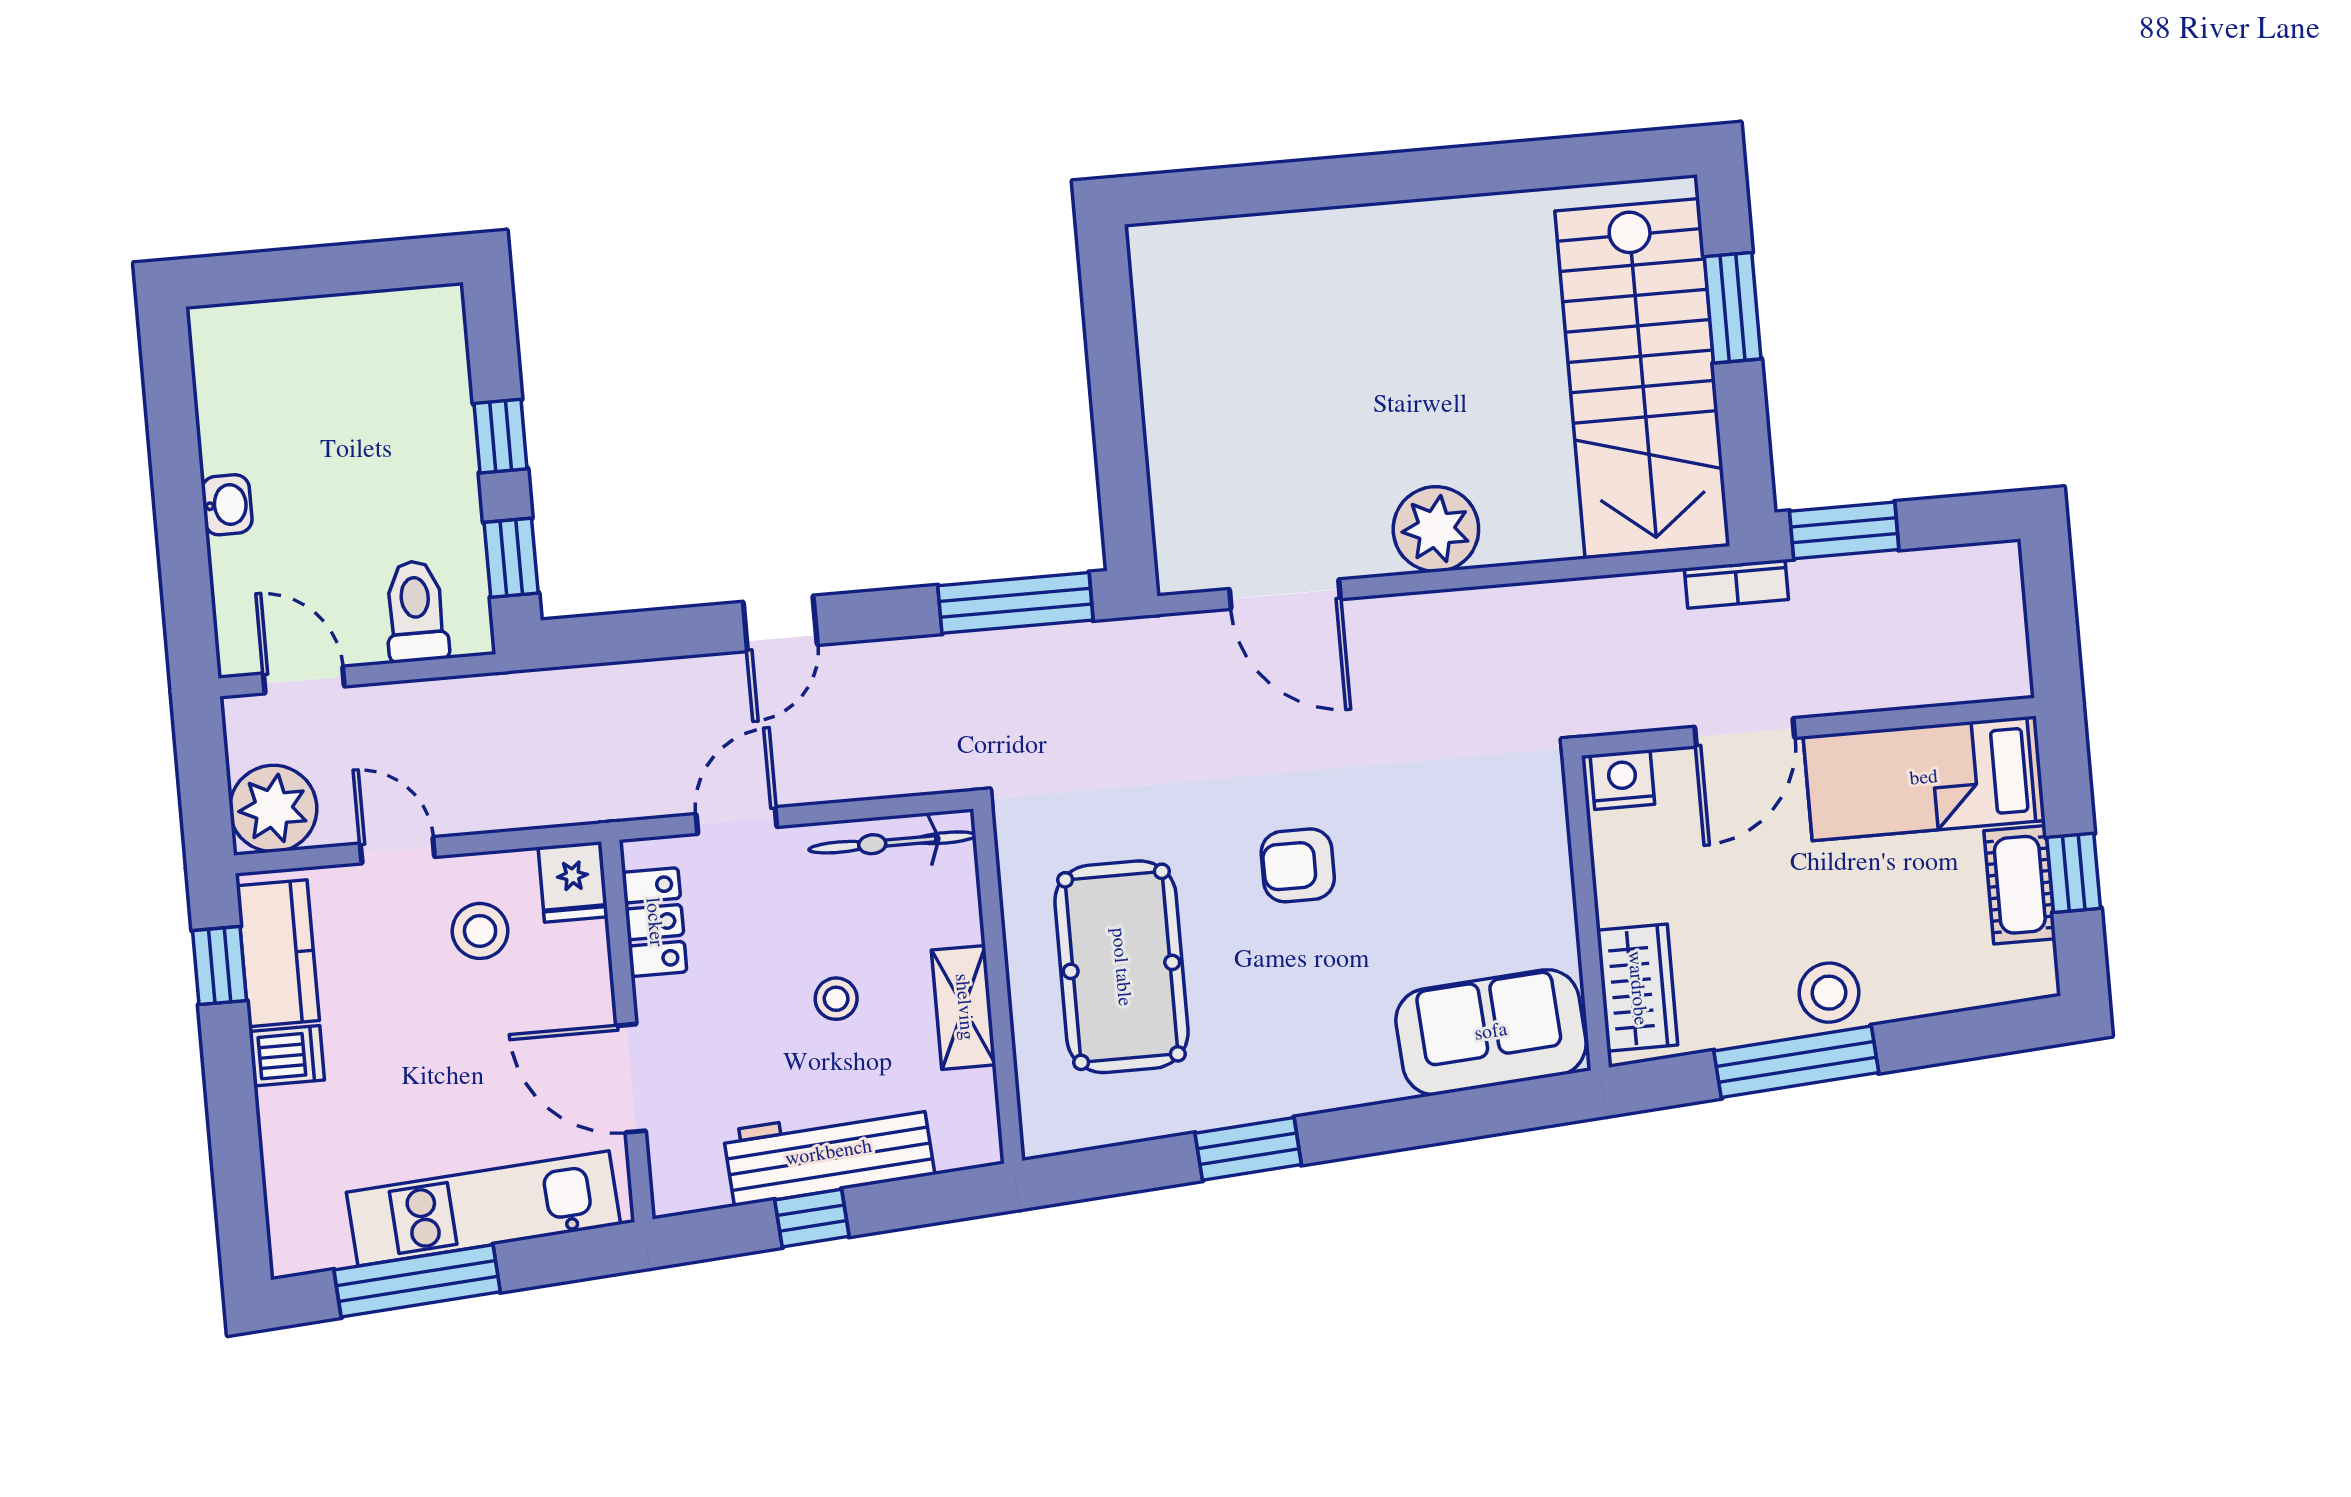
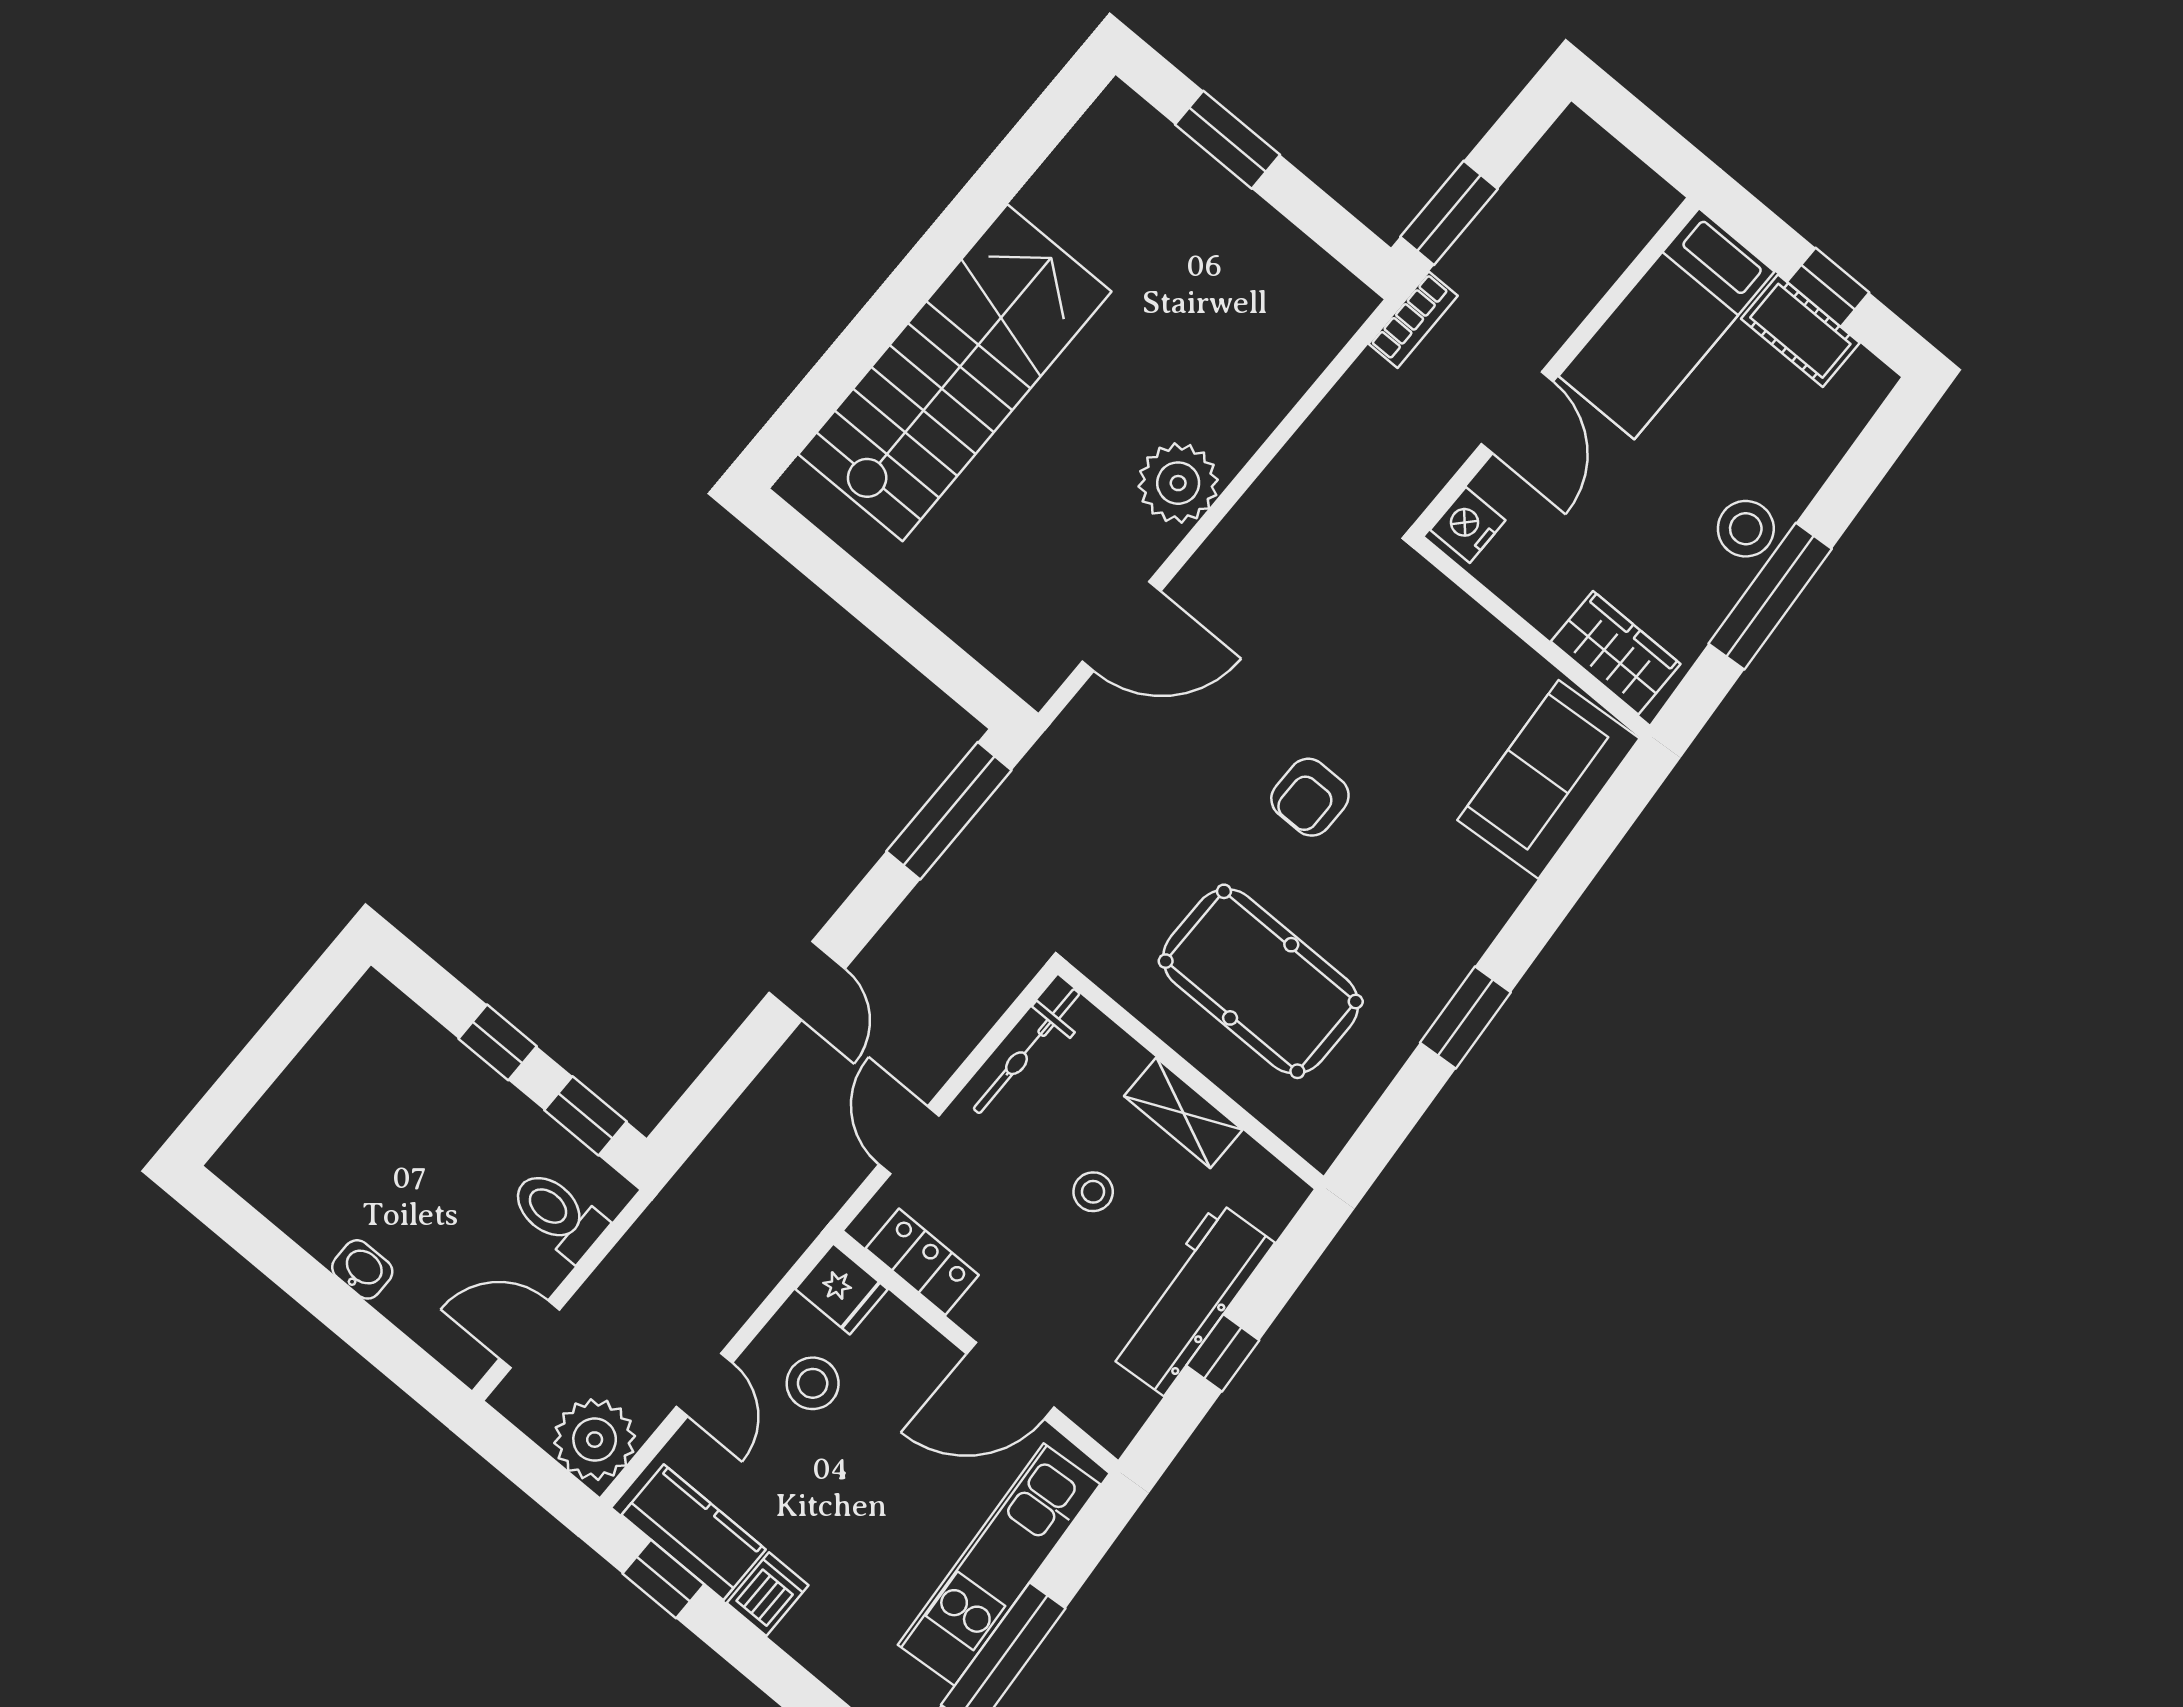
stairs: (1642, 378) -> (955, 373), moved, turned -90
door: (397, 850) -> (704, 1385), swing flipped

